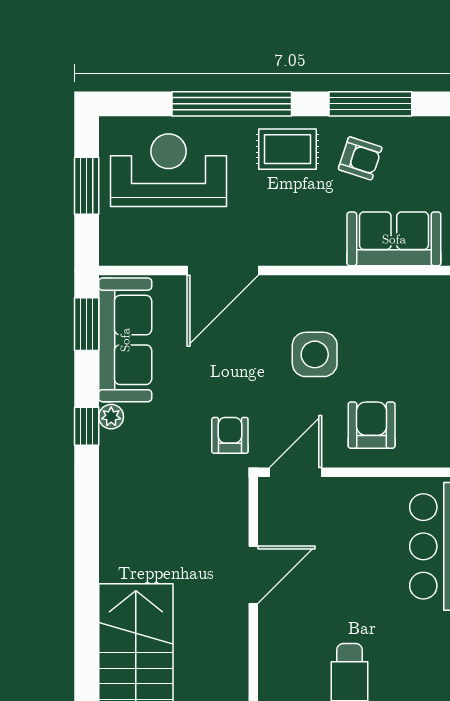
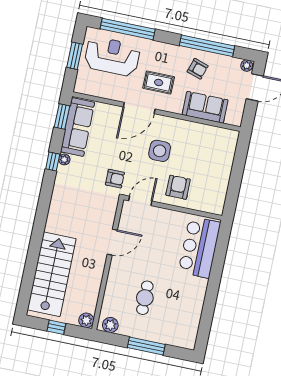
window: (232, 104) -> (128, 29), moved
window: (370, 104) -> (207, 46), width x1.46
rug: (287, 149) -> (159, 82), moved
door: (223, 270) -> (139, 108), moved
armchair: (230, 435) -> (115, 179), turned 90

